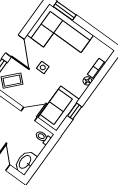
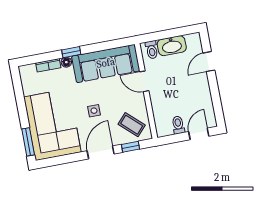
sofa: (59, 108) -> (106, 63), width x1.36
window: (75, 111) -> (71, 52), moved
washbasin: (25, 162) -> (172, 46), moved

